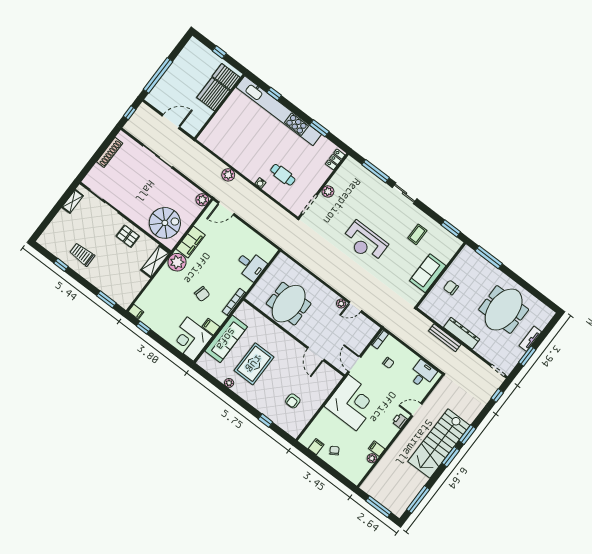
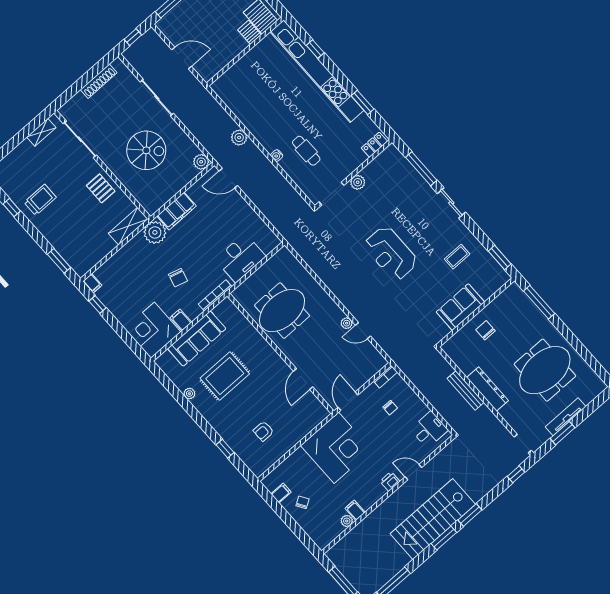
server rack: (213, 94) -> (250, 32), width x0.46, depth x0.70
spiral stairs: (165, 223) -> (146, 150), moved
trolley: (82, 254) -> (40, 200), turned 90
desk: (251, 265) -> (240, 258), width x1.37
tv unit: (530, 339) -> (566, 417), width x1.41

